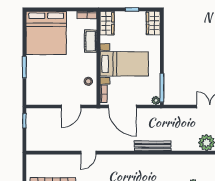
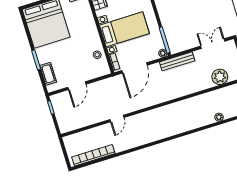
cot: (91, 41) -> (48, 74), moved
door: (71, 106) -> (77, 86), moved
door: (122, 106) -> (134, 68), hinge flipped
bench: (153, 146) -> (177, 61), moved

